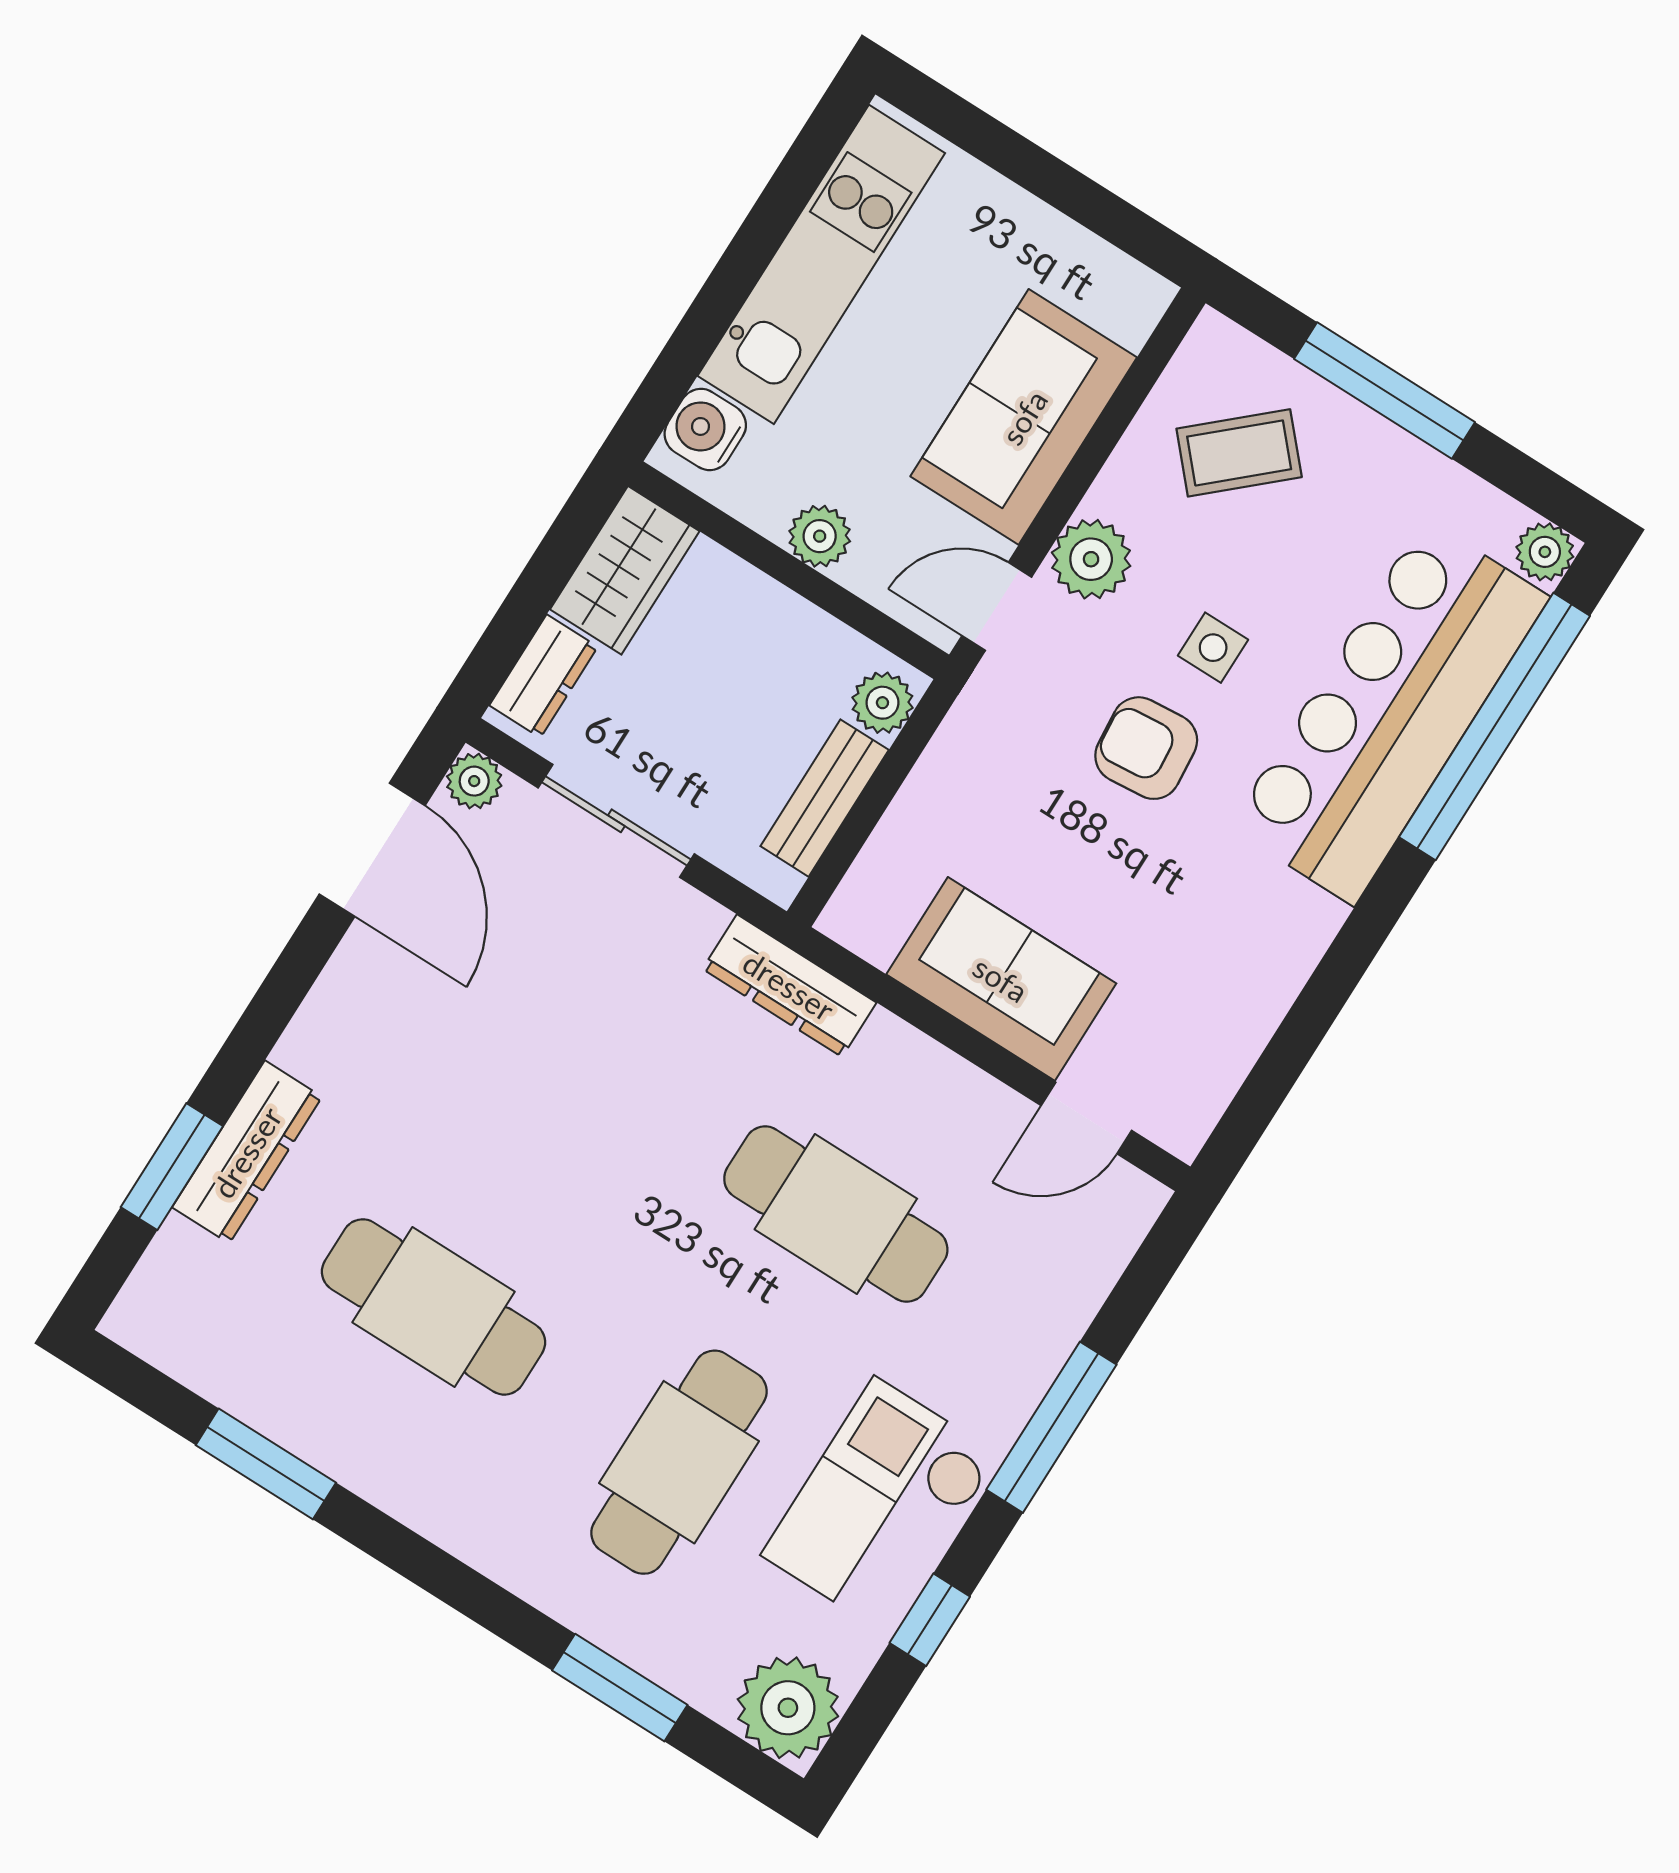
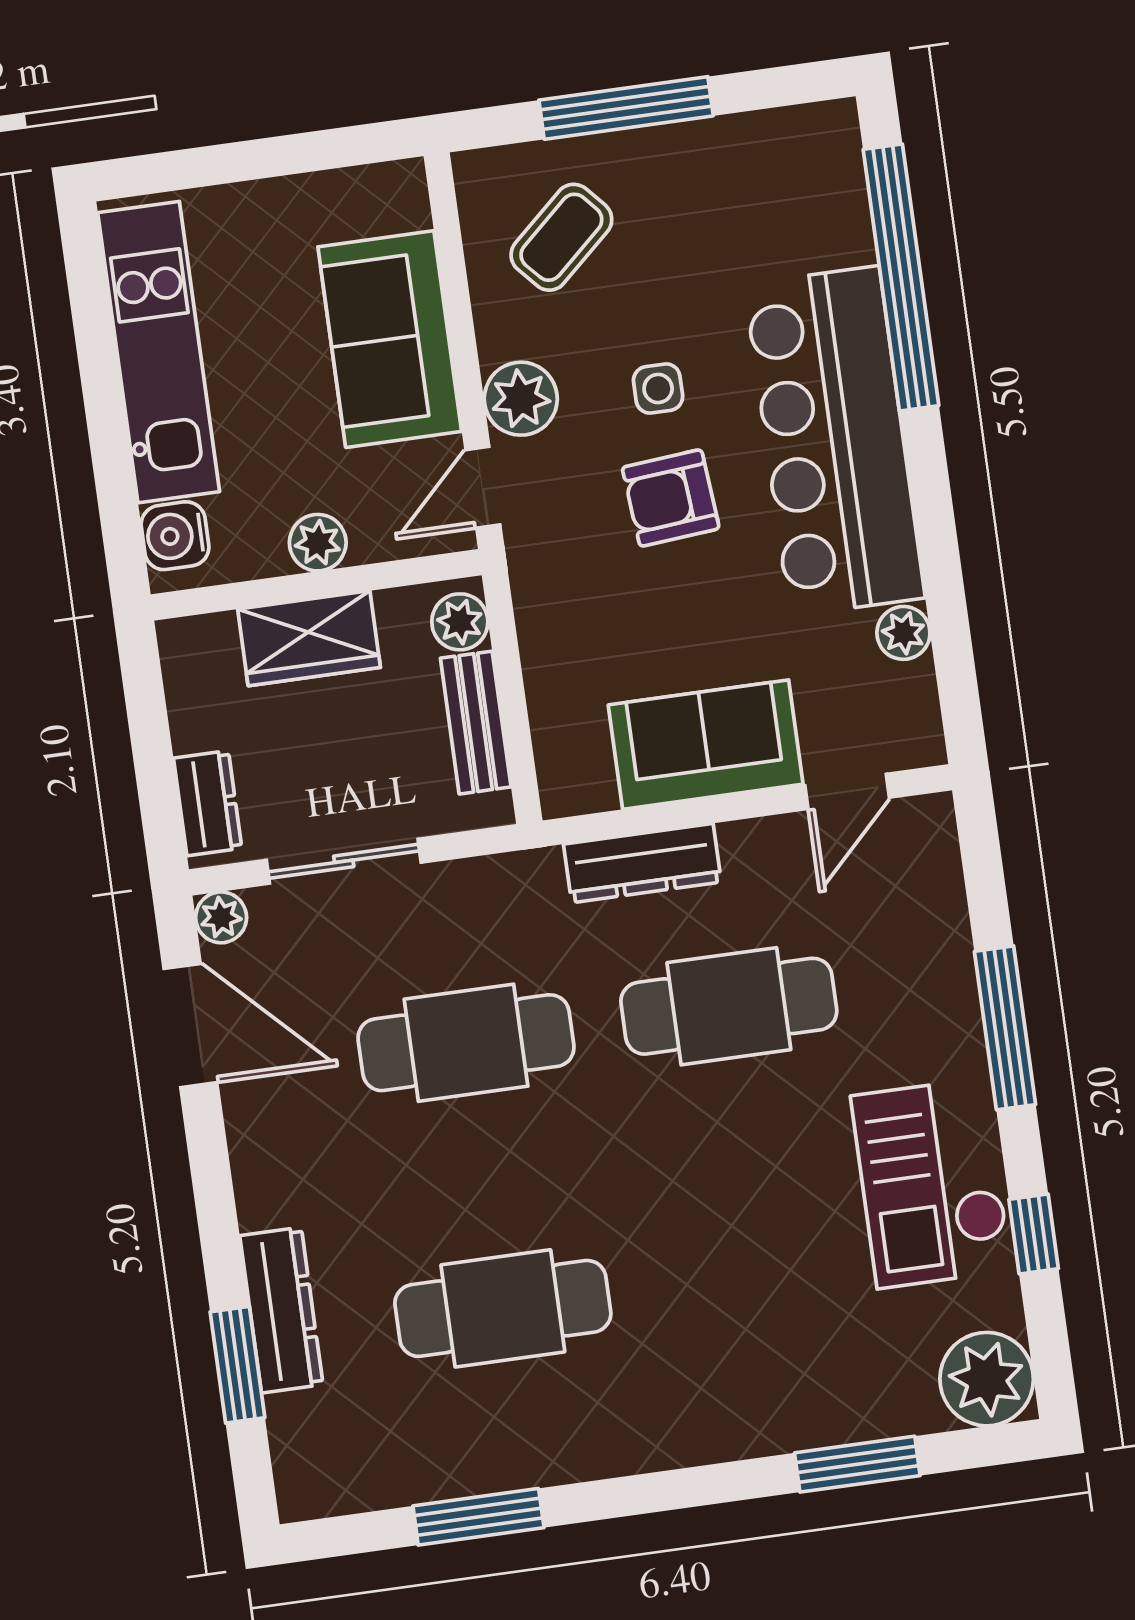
plant: (1545, 552) -> (903, 633), moved
wardrobe: (625, 570) -> (309, 638), moved, turned 90
bar counter: (1389, 712) -> (835, 441), moved
dresser: (789, 986) -> (642, 863), moved
cafe table: (679, 1462) -> (466, 1043), moved, turned 90

